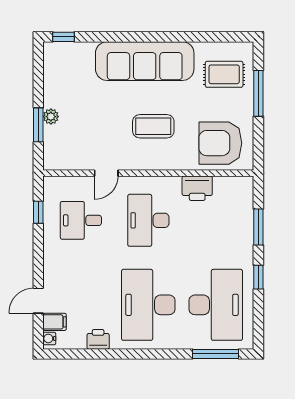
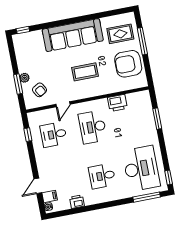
armchair: (72, 142) -> (40, 90), added
armchair: (220, 143) -> (128, 64), moved
window: (258, 277) -> (169, 178), moved
desk: (148, 305) -> (102, 176), width x0.53, depth x0.77

